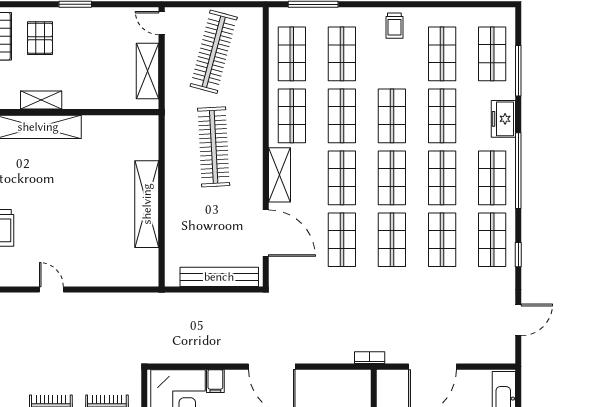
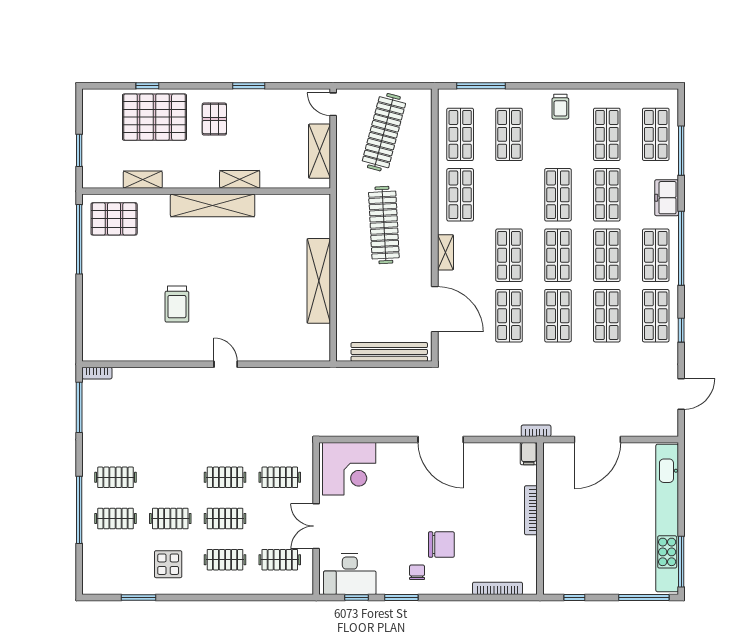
shelving: (41, 100) -> (240, 179), moved
shop shelf: (342, 116) -> (509, 195), removed
shelving: (280, 175) -> (445, 252), width x0.67, depth x0.75
filing cabinet: (215, 381) -> (529, 454), moved

